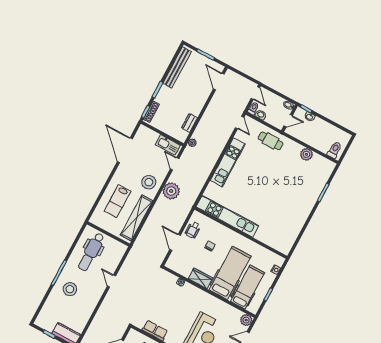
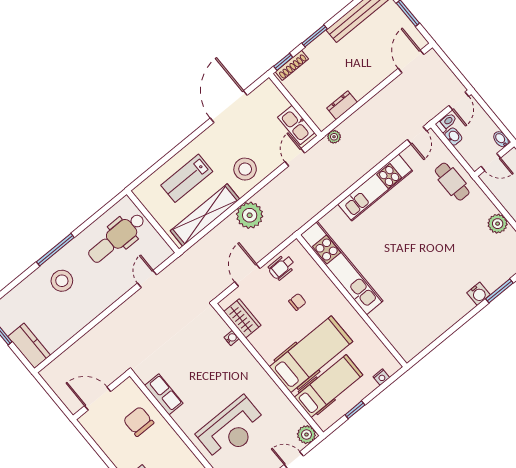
plant: (171, 191) -> (250, 215), moved
water cooler: (312, 199) -> (478, 294), added
wardrobe: (200, 278) -> (242, 318), moved
door: (111, 281) -> (147, 279), moved

